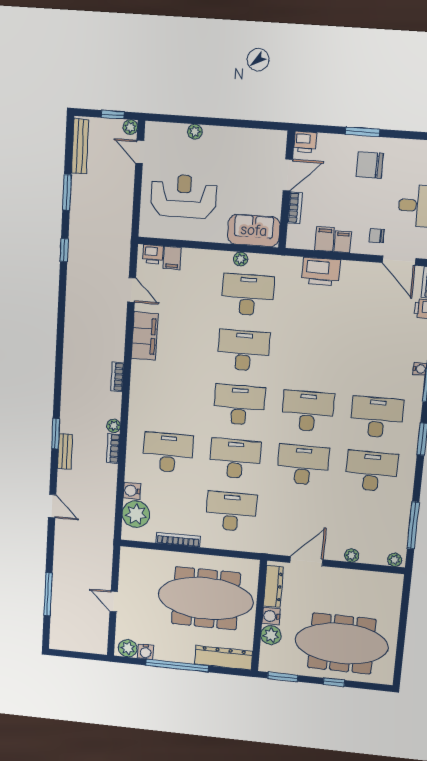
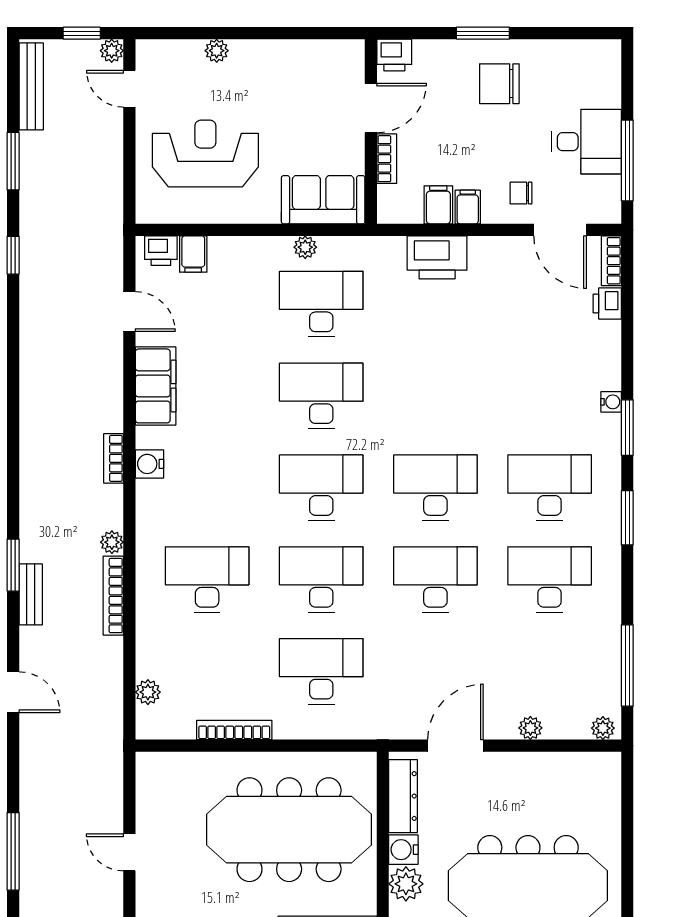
bookcase: (113, 448) -> (113, 596), width x1.56
water cooler: (132, 491) -> (149, 464), moved
plant: (136, 514) -> (148, 692), width x0.53, depth x0.53

